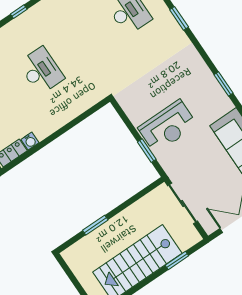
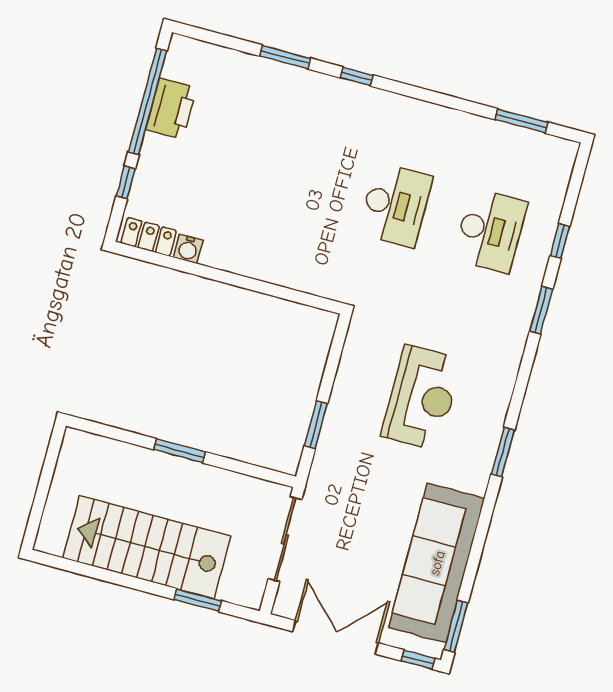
desk: (41, 71) -> (395, 205), moved
reception desk: (168, 126) -> (422, 398), moved, turned -90
window: (95, 225) -> (180, 451), moved

